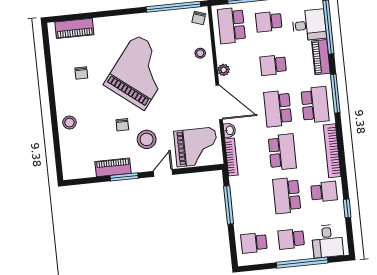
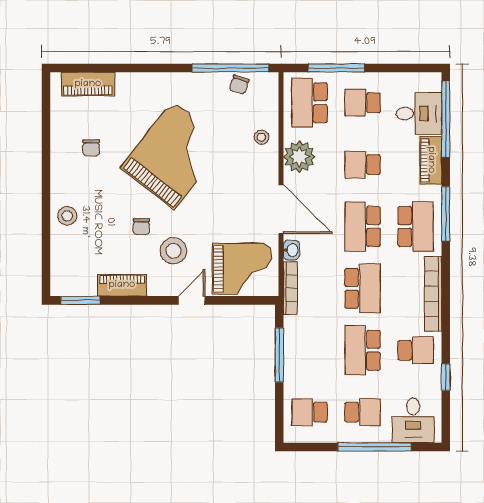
chair: (199, 18) -> (239, 85), moved
plant: (224, 70) -> (299, 157), width x1.88, depth x1.88
window: (124, 177) -> (80, 300), moved
school desk: (291, 239) -> (363, 412), turned 180

